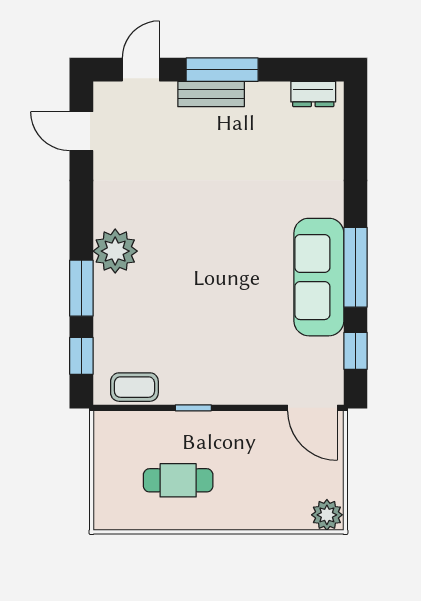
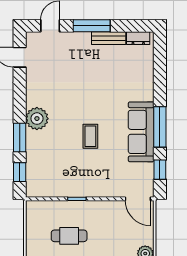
bench: (211, 94) -> (109, 38), moved
coffee table: (134, 387) -> (90, 136), moved, turned 90

